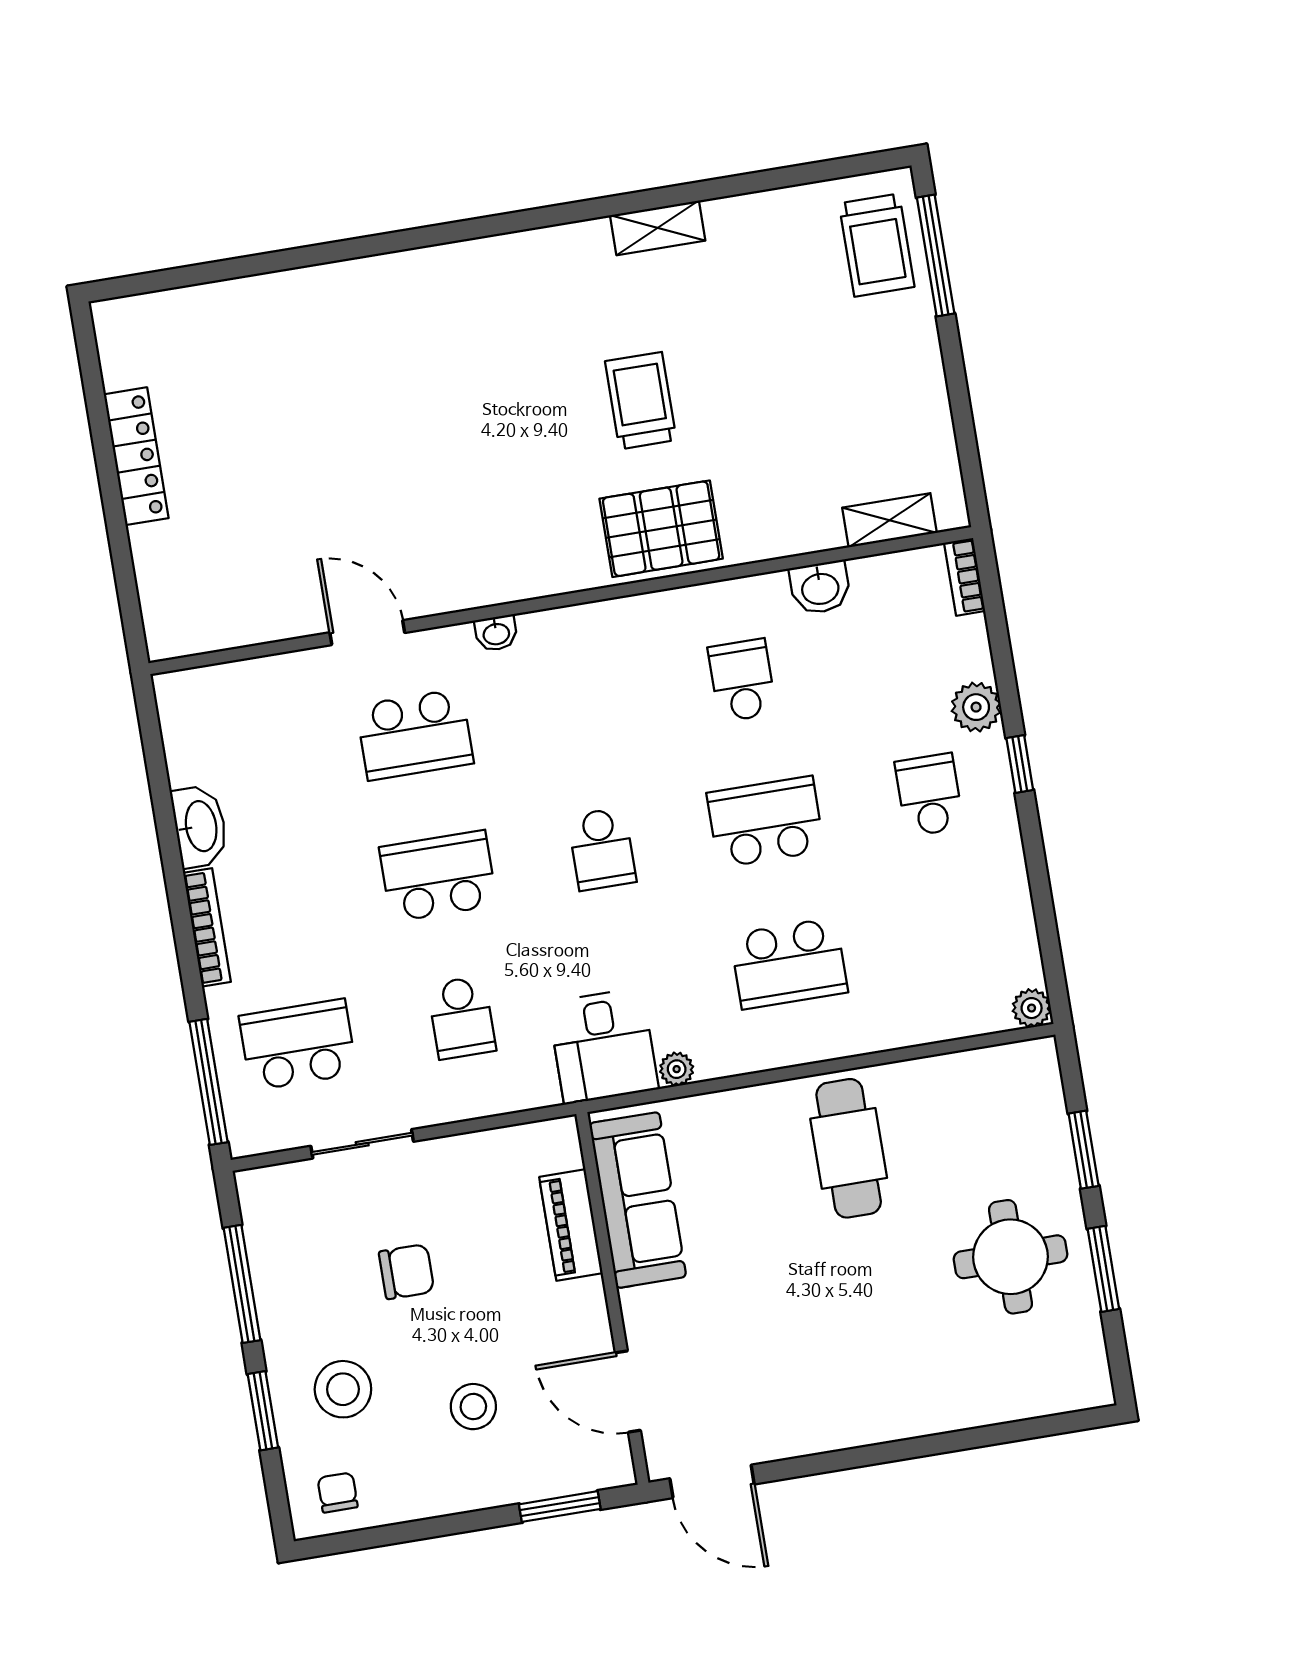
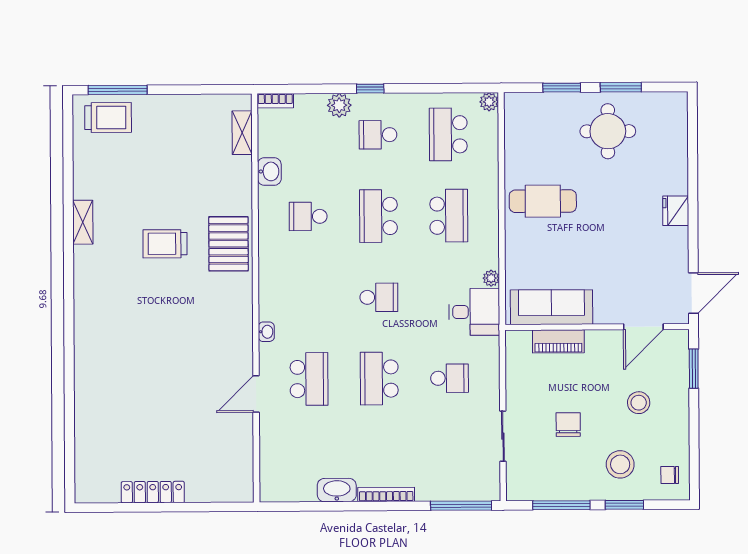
school desk: (298, 1045) -> (448, 134), moved
fridge: (872, 1419) -> (676, 211), added

